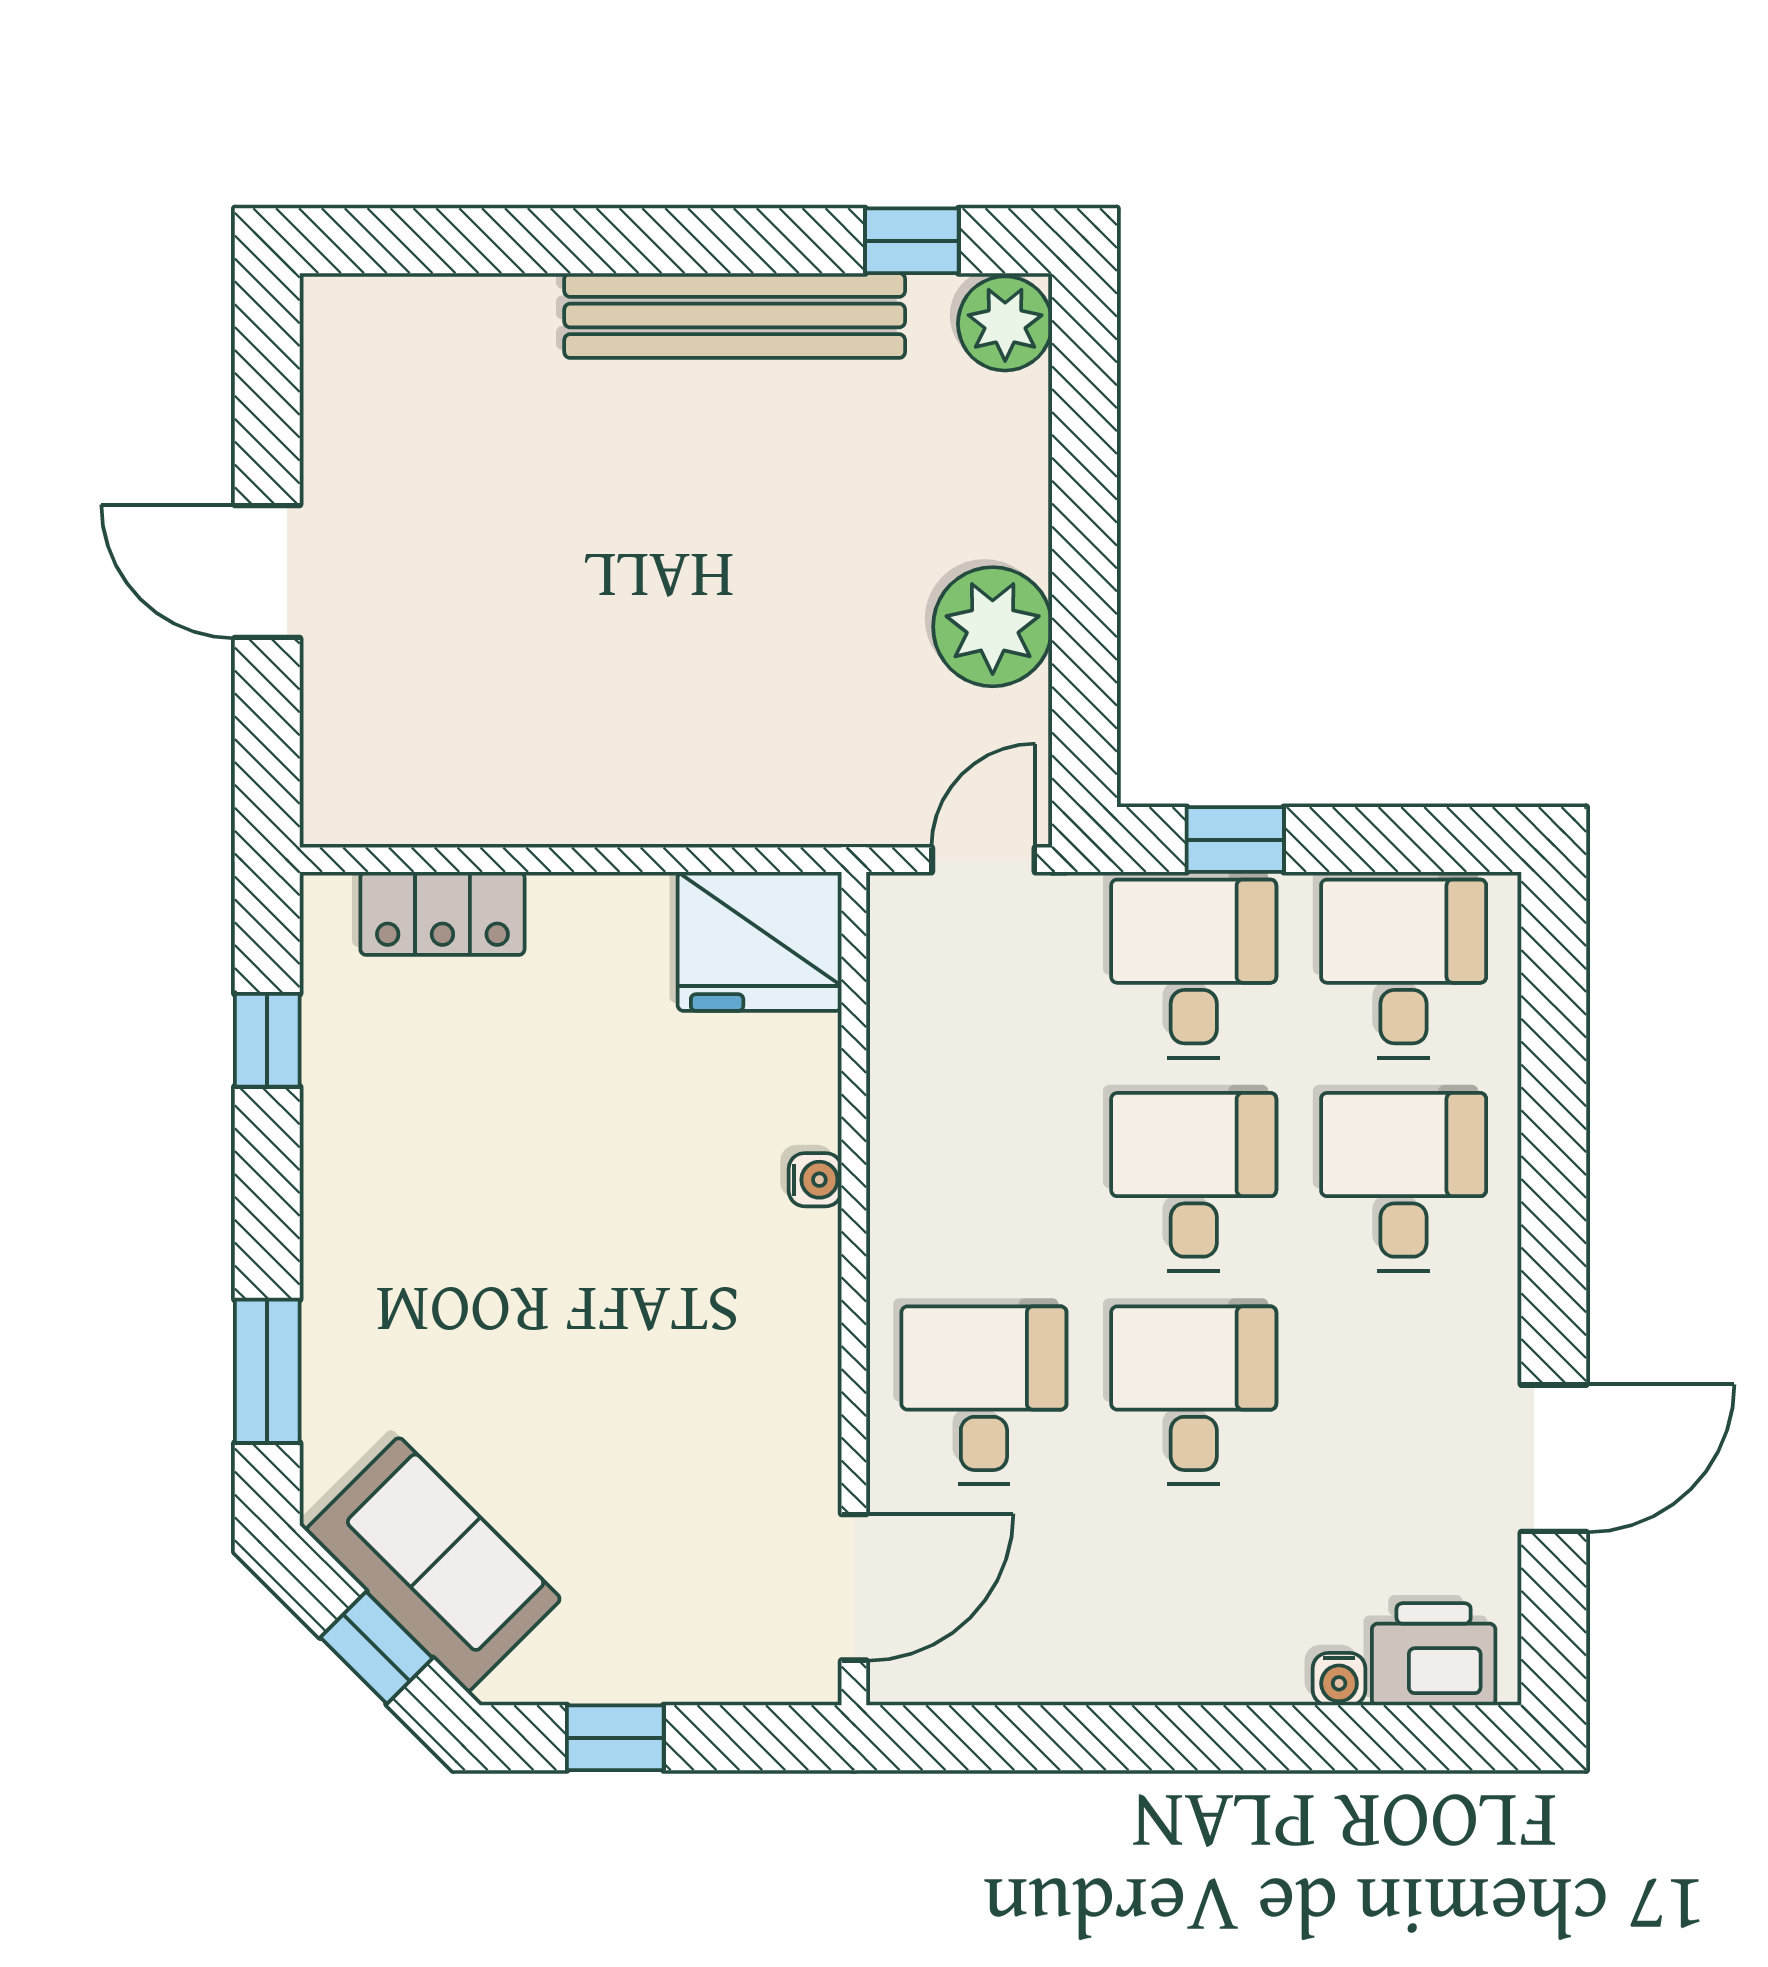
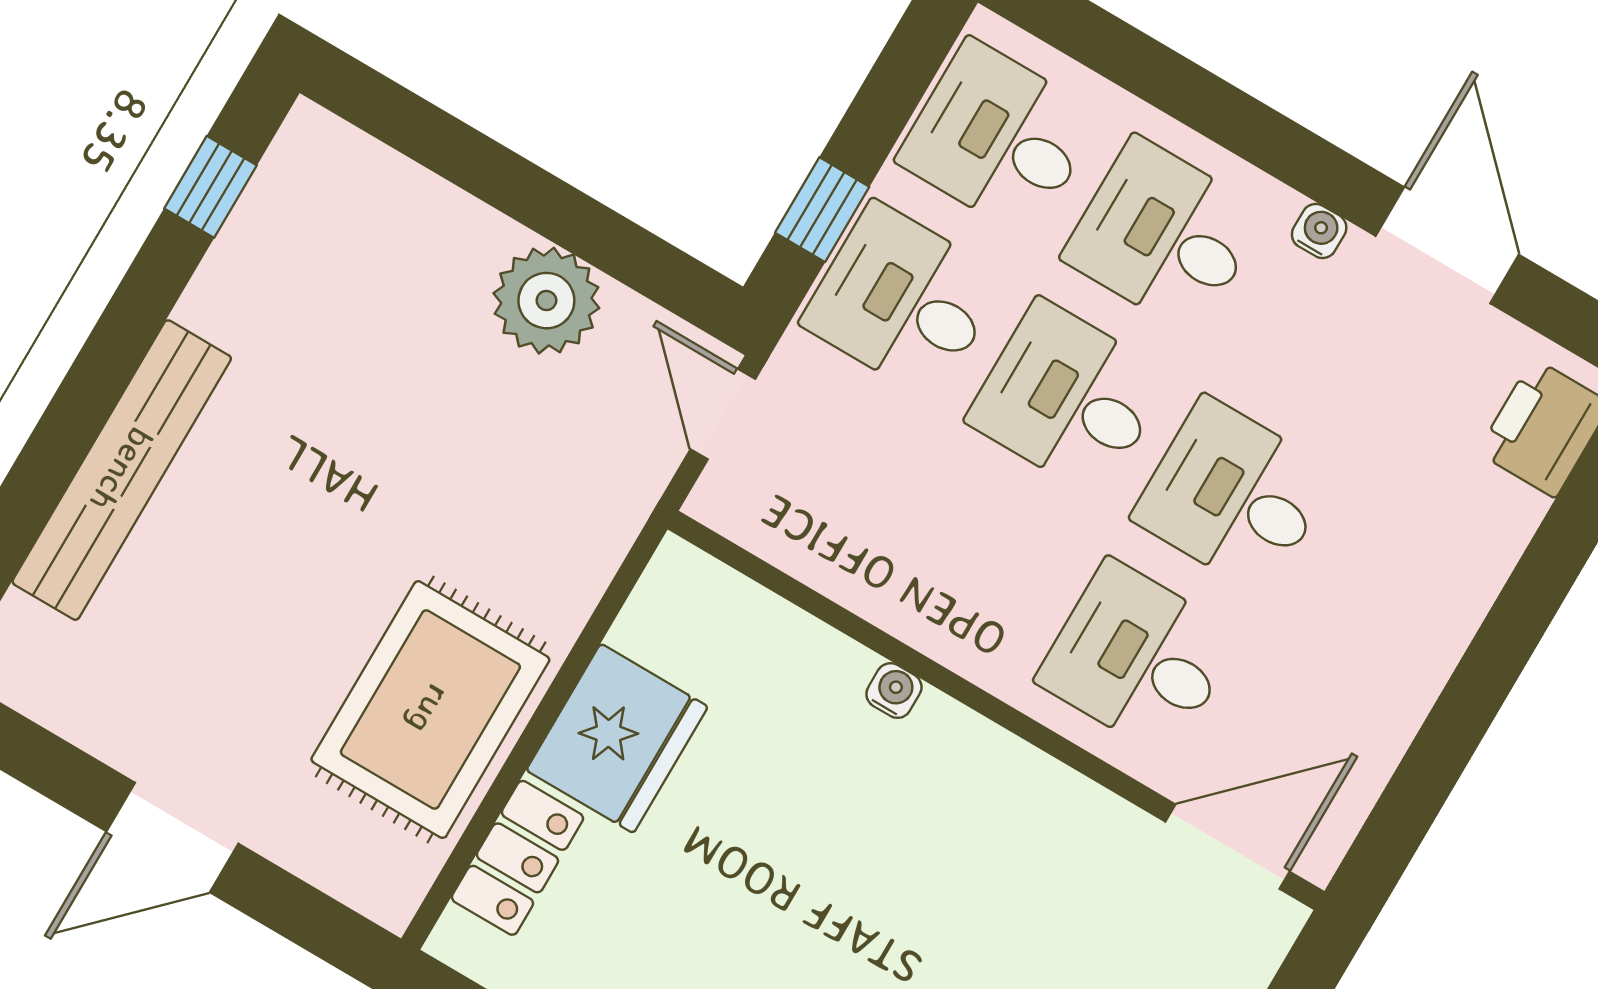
bench: (735, 316) -> (122, 470), moved
plant: (1005, 323) -> (317, 152), removed
rug: (535, 746) -> (430, 710), added
fridge: (760, 941) -> (617, 738), moved
door: (854, 1587) -> (1228, 847), hinge flipped
water cooler: (1339, 1679) -> (1319, 231), moved, turned -90

